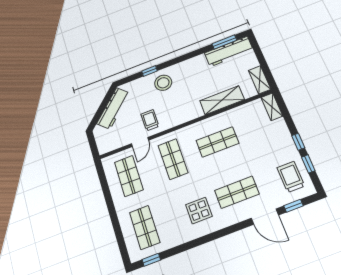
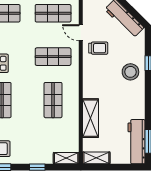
window: (298, 142) -> (37, 167), moved

